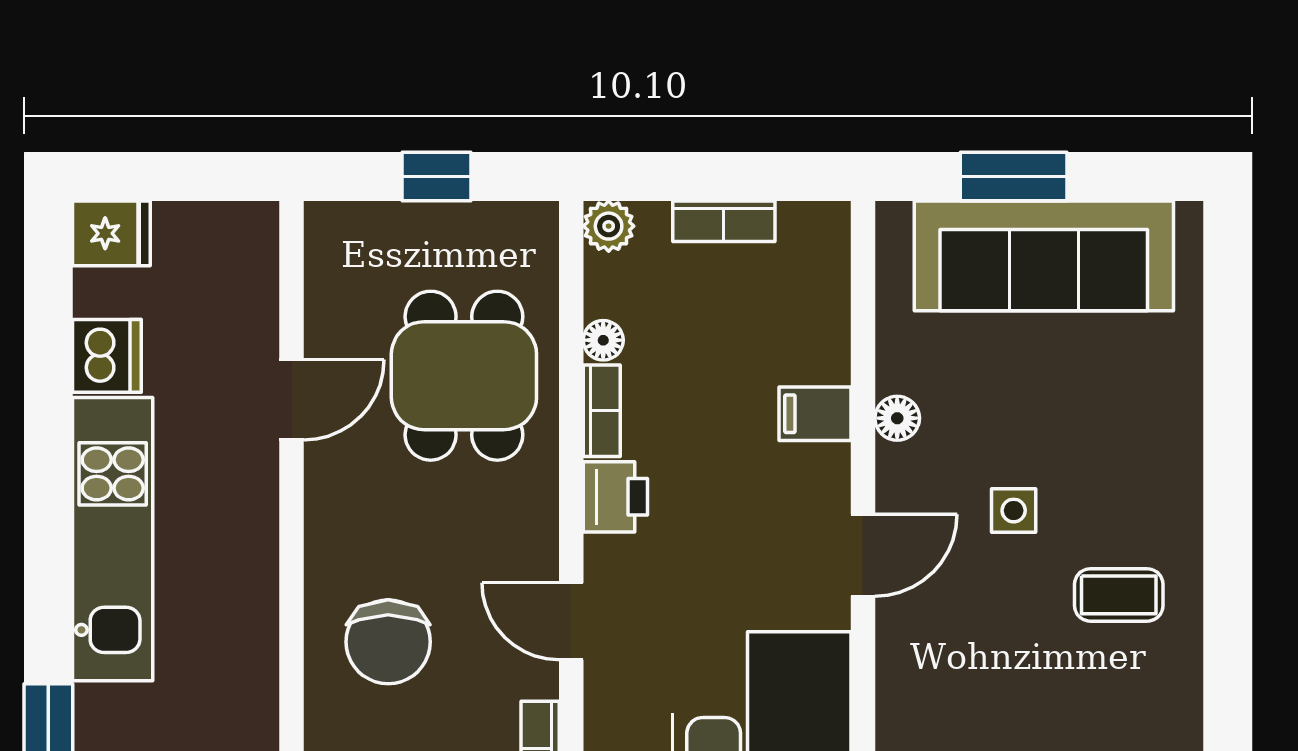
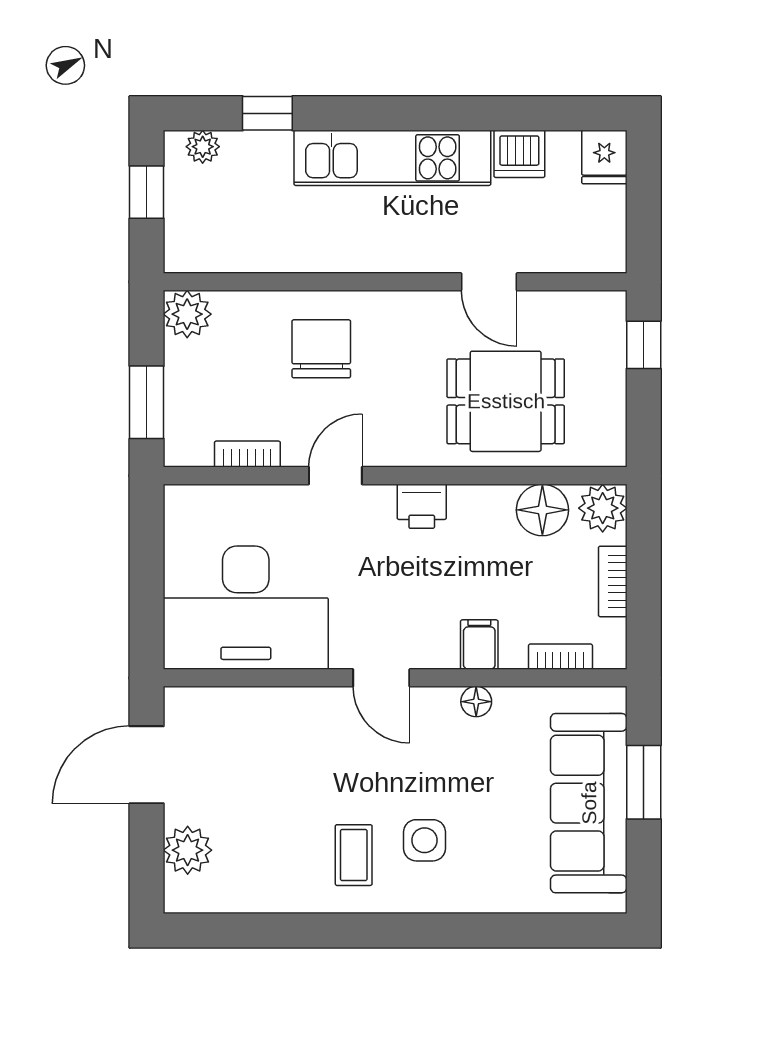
window: (437, 177) -> (644, 345), moved
plant: (609, 226) -> (603, 508), width x1.38, depth x1.38
floor lamp: (603, 340) -> (542, 510), width x1.89, depth x1.89
bookcase: (602, 411) -> (560, 657), moved, turned 180
side table: (1014, 511) -> (424, 840), moved, width x1.37, depth x1.37
chair: (388, 642) -> (321, 349), turned 90

